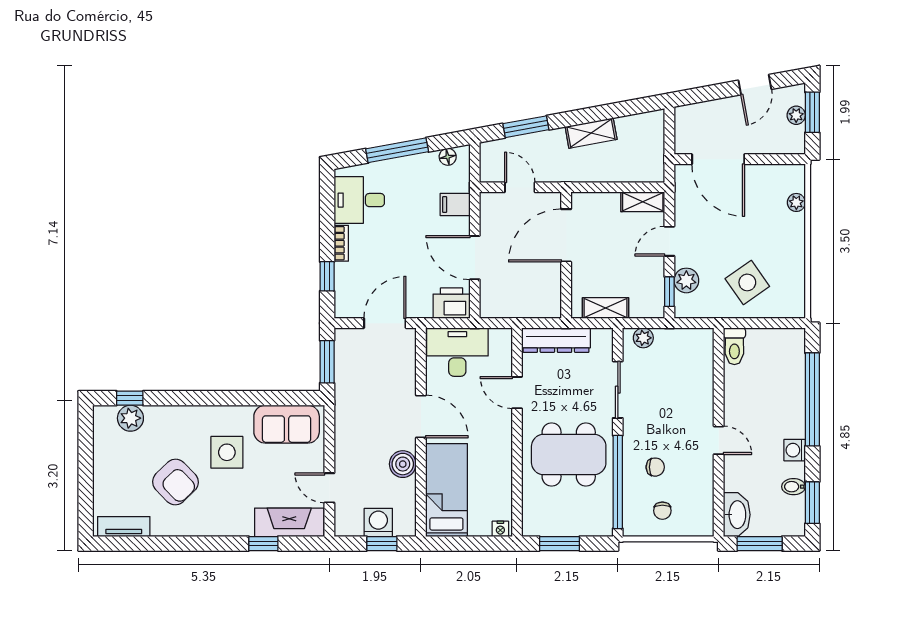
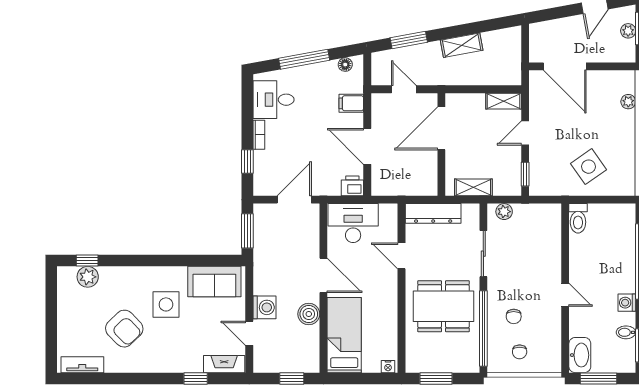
plant: (686, 280) -> (539, 165), removed
printer: (452, 303) -> (352, 186), width x0.73, depth x0.81
chair: (655, 467) -> (514, 316), turned 90
fireplace: (289, 522) -> (224, 364), width x0.73, depth x0.76
washing machine: (378, 522) -> (264, 307), moved, turned 90

